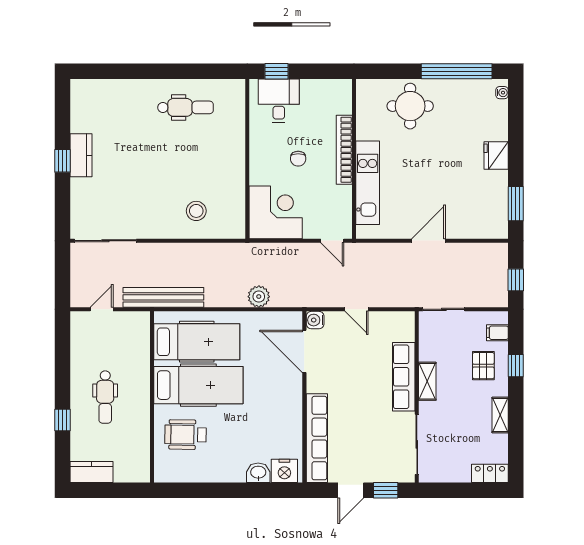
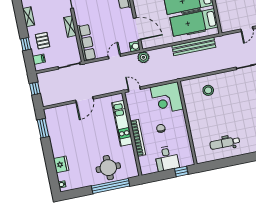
window: (457, 71) -> (111, 186), moved
desk: (279, 101) -> (167, 158), moved
fridge: (496, 155) -> (61, 164), moved
bench: (163, 297) -> (194, 46), moved
plant: (259, 297) -> (143, 57), moved
door: (357, 309) -> (114, 56), hinge flipped
row of seats: (404, 377) -> (86, 43), moved

